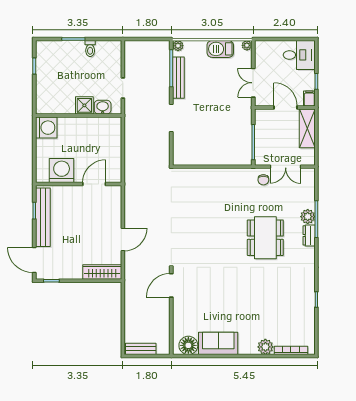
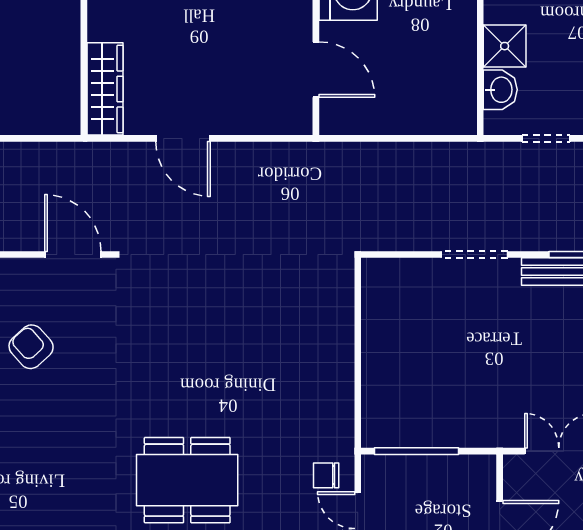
armchair: (210, 303) -> (31, 347), added

